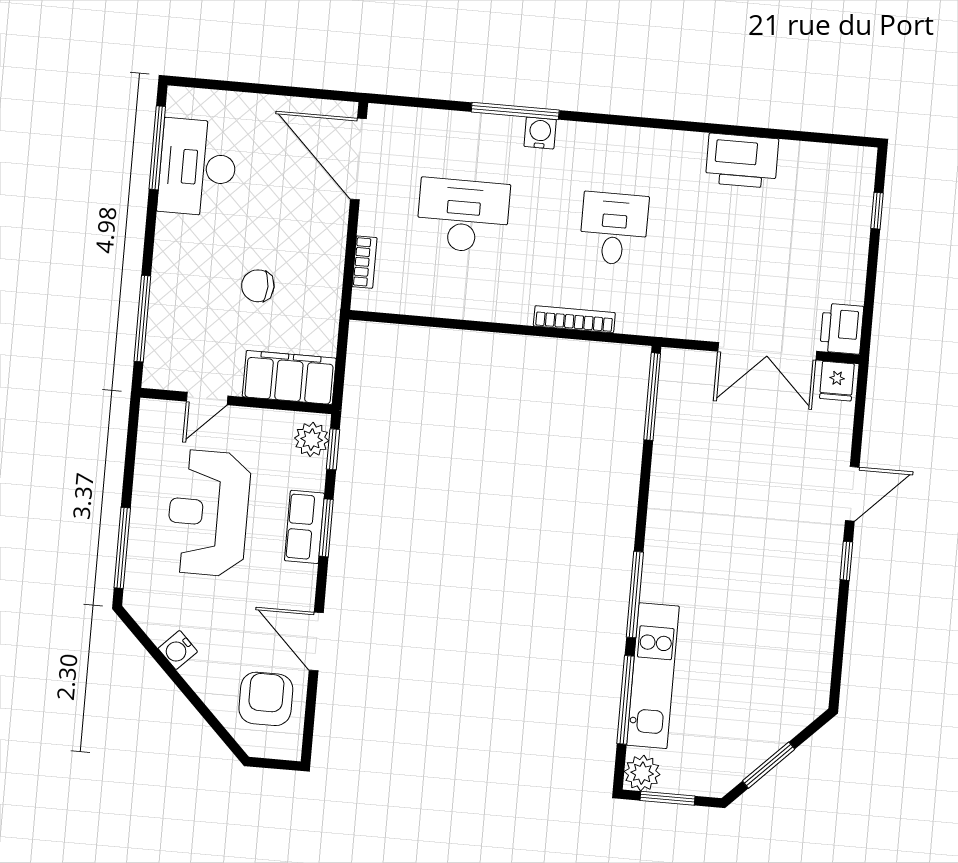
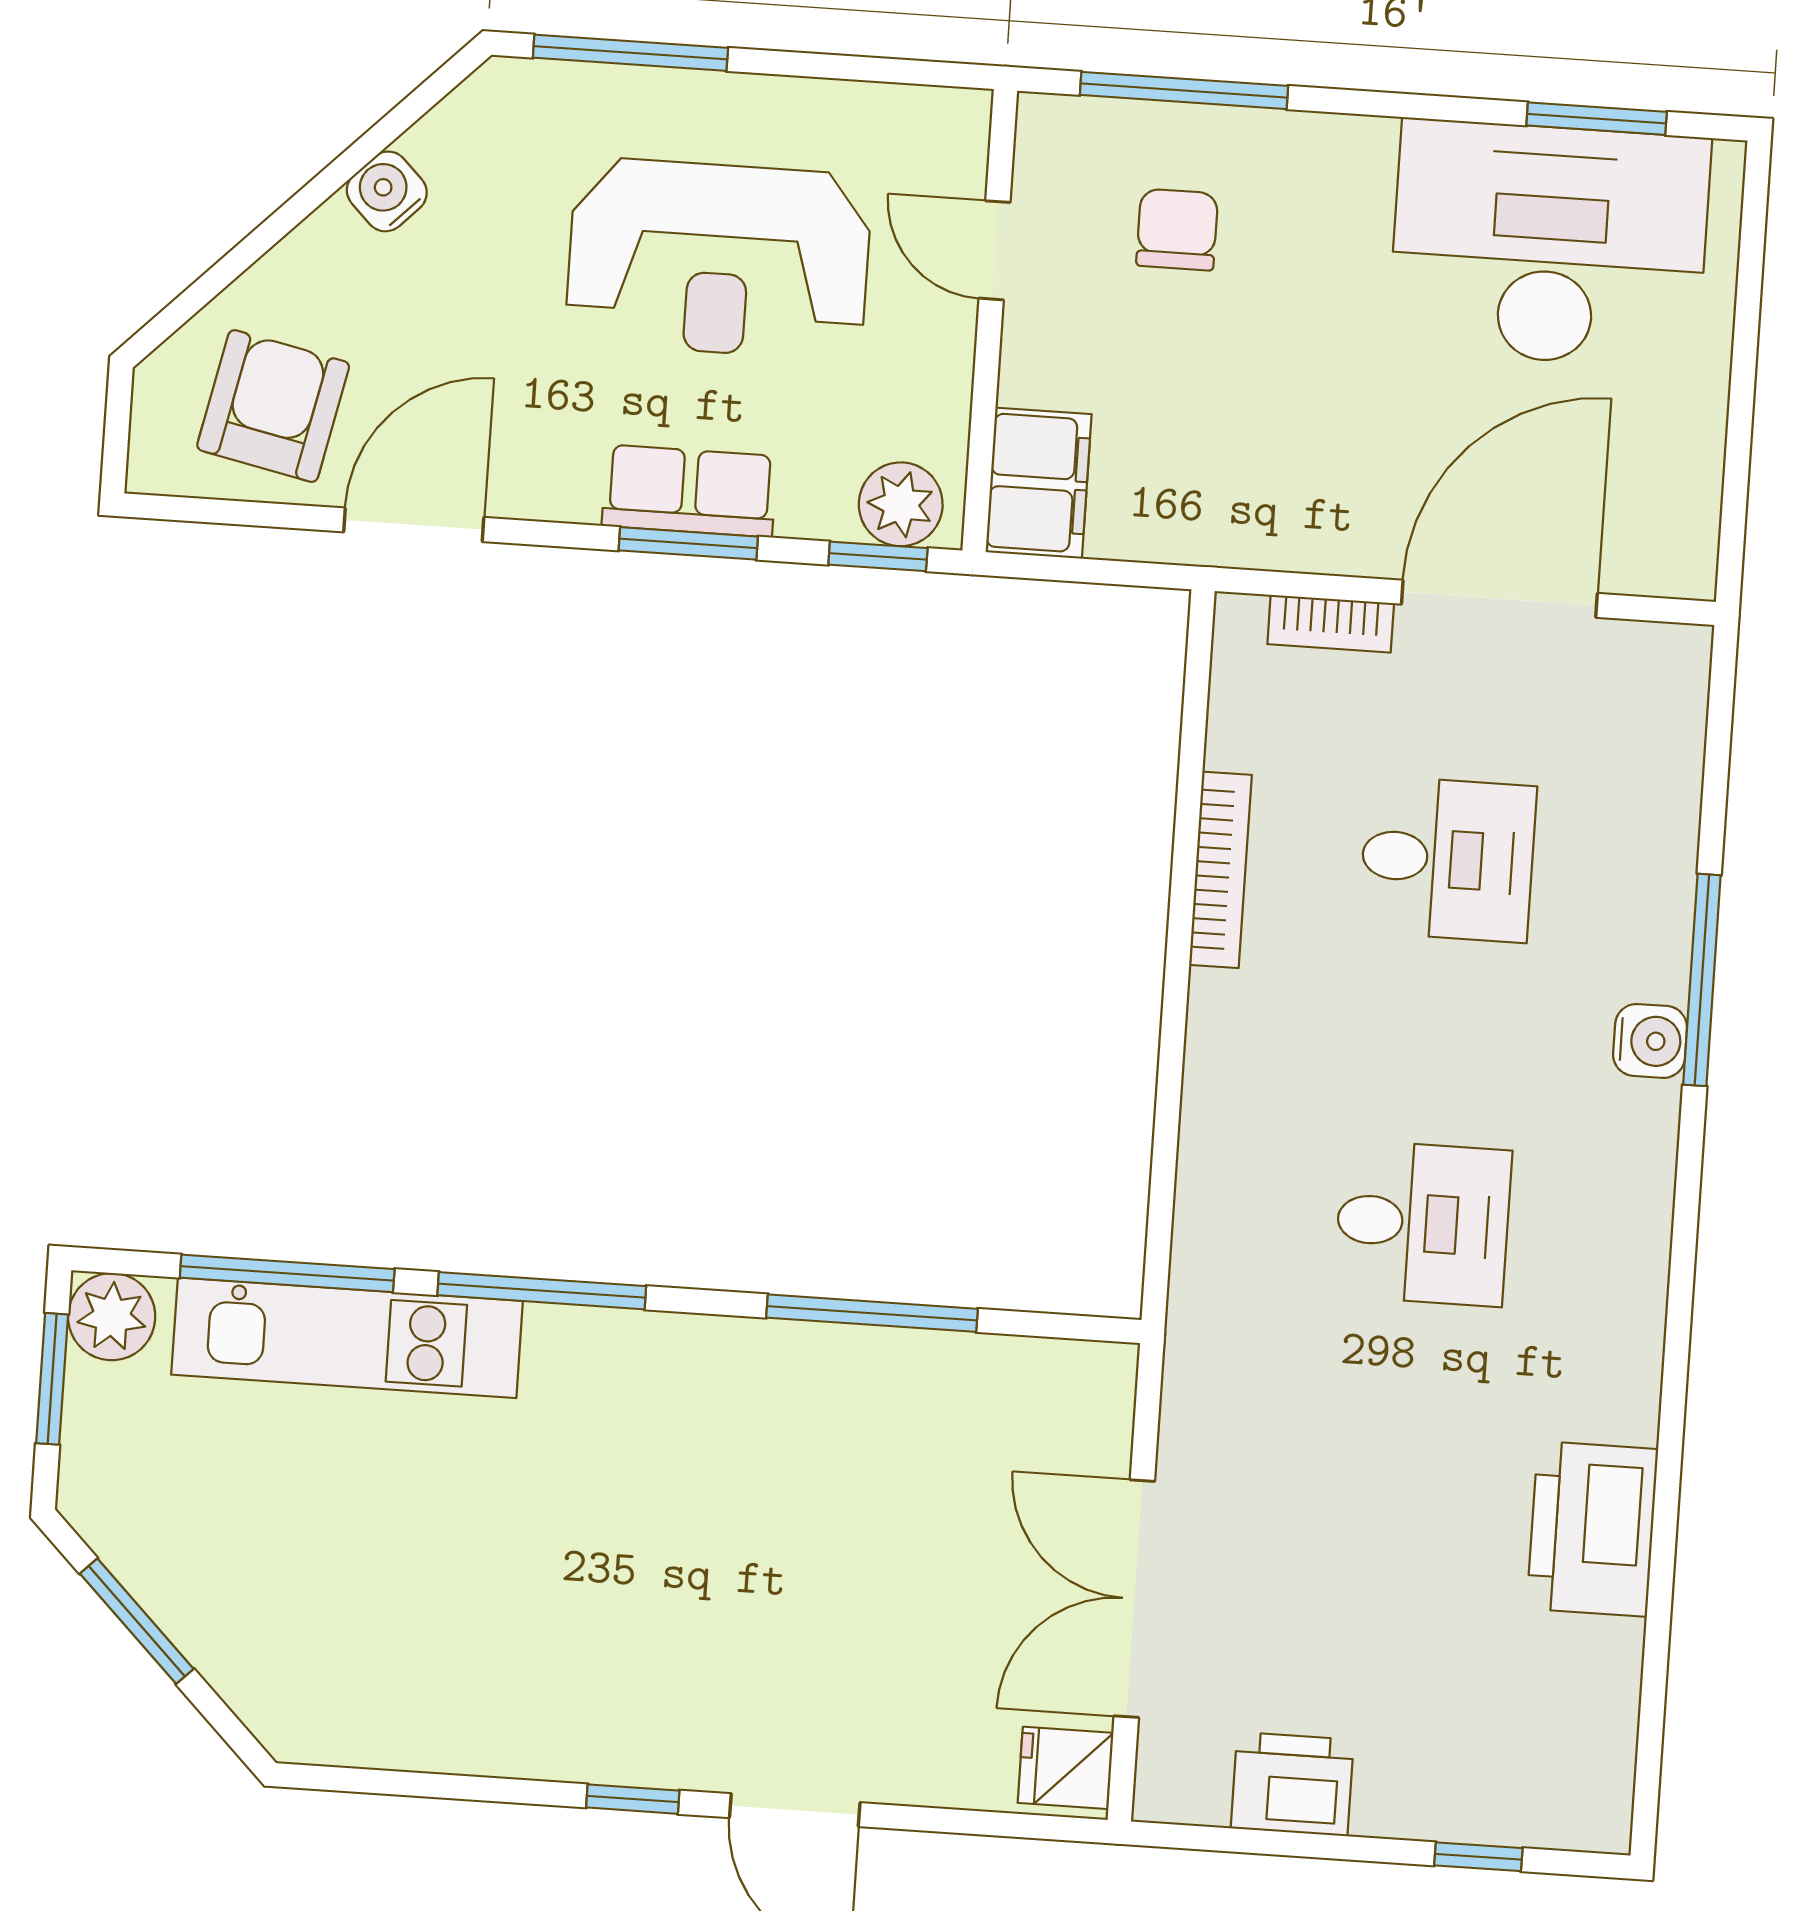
window: (157, 148) -> (1597, 119), width x0.69
door: (358, 159) -> (1499, 599), moved
desk: (198, 167) -> (1549, 244), width x1.36, depth x1.30
desk: (463, 216) -> (1447, 859), width x0.73
chair: (258, 286) -> (1177, 230), moved
bookcase: (574, 319) -> (1220, 870), moved
printer: (842, 329) -> (1292, 1784), moved
filing cabinet: (289, 377) -> (1039, 483), width x0.67, depth x0.86
window: (652, 397) -> (872, 1313), moved
reception desk: (208, 513) -> (719, 259), turned 180
armchair: (266, 699) -> (273, 406), turned -78

